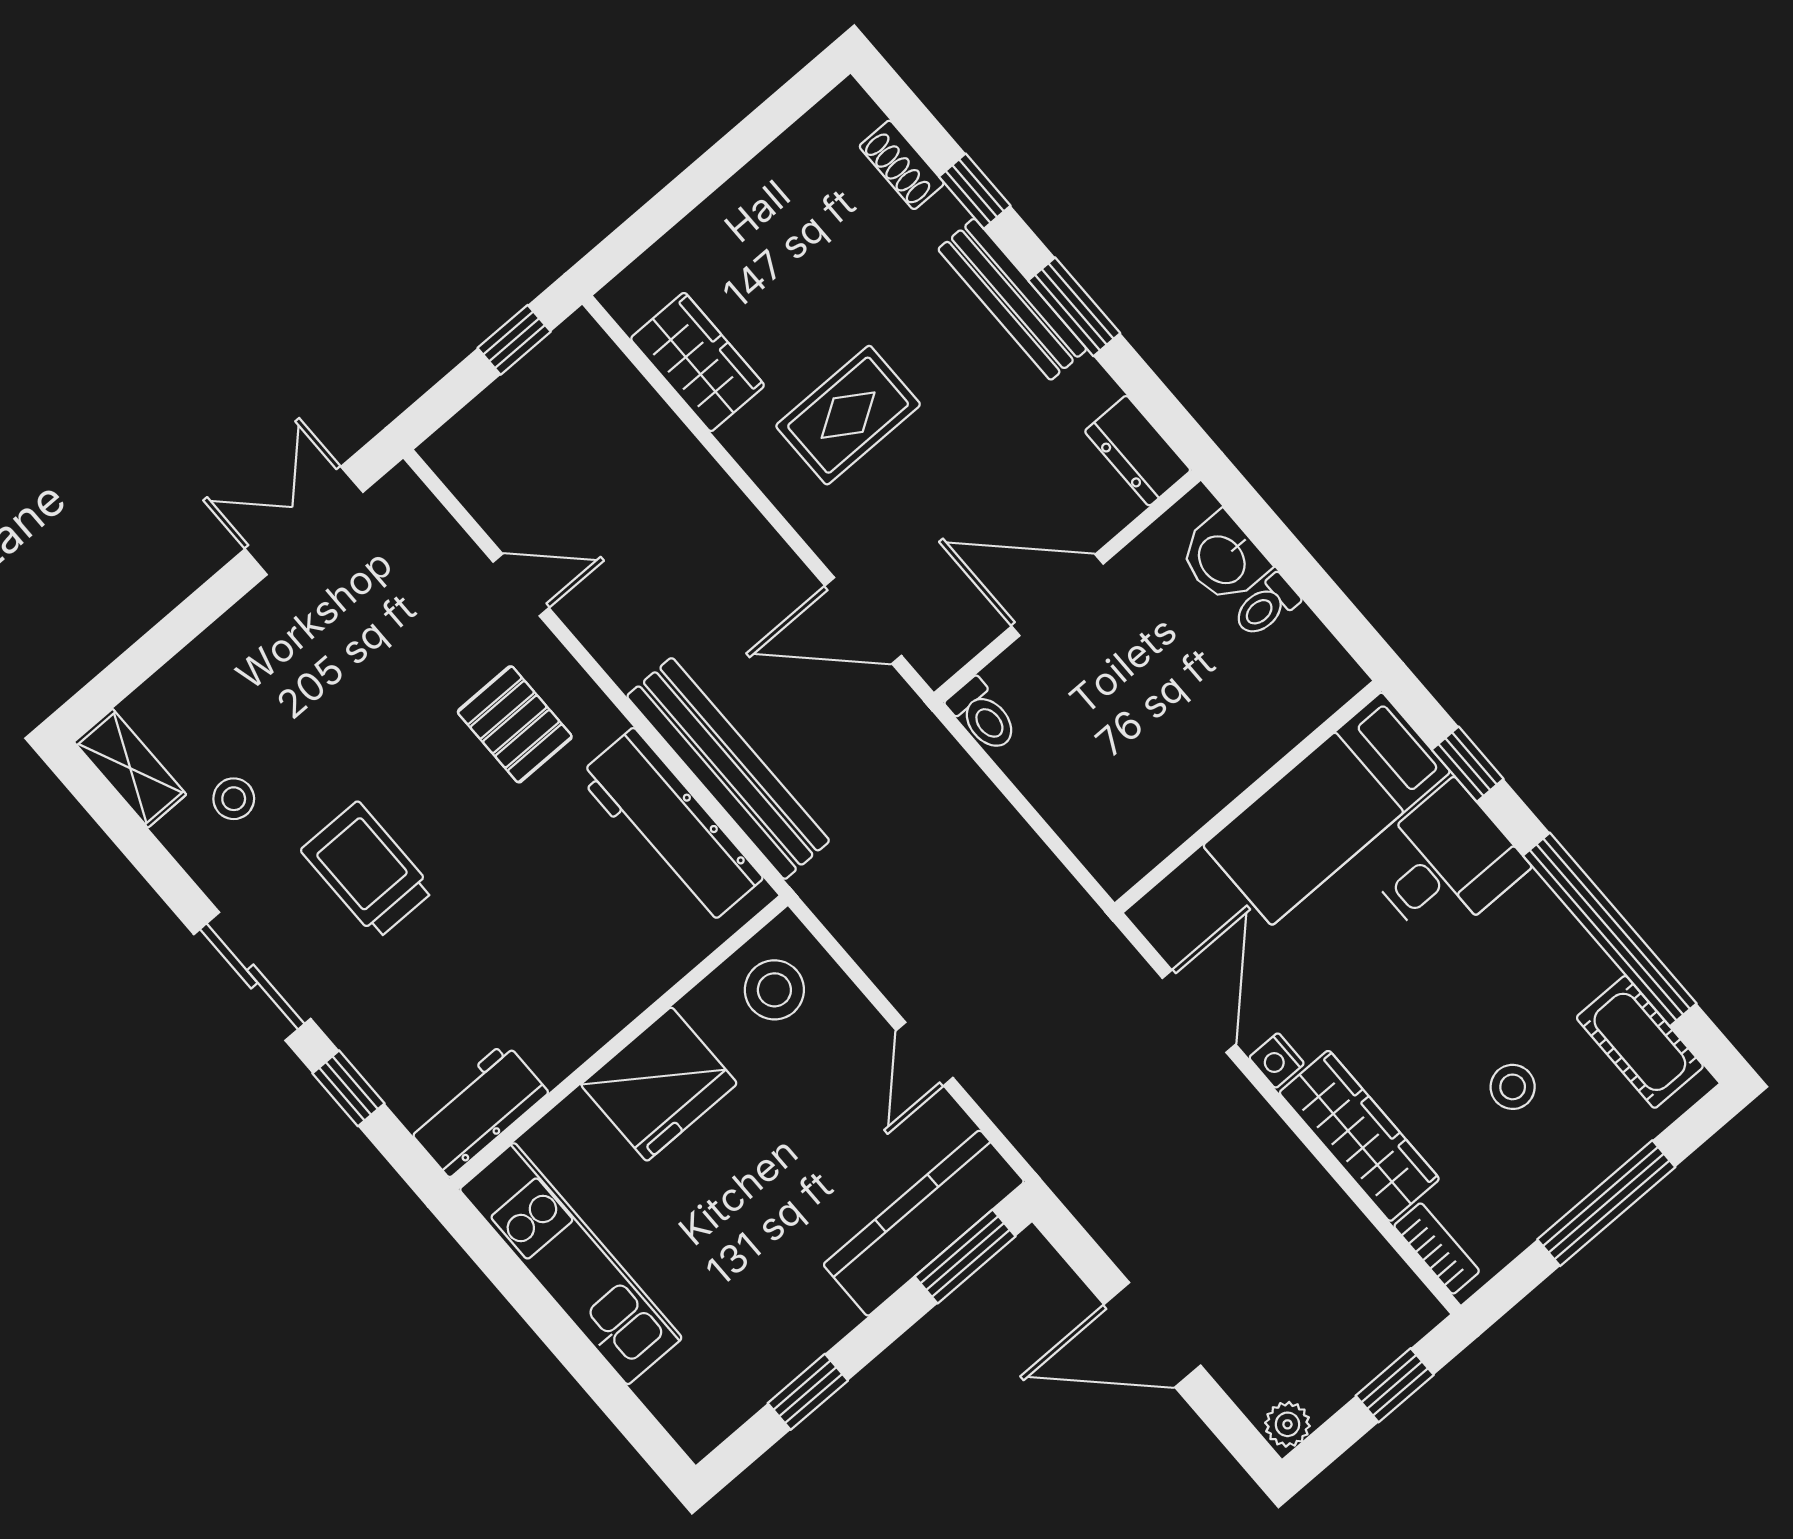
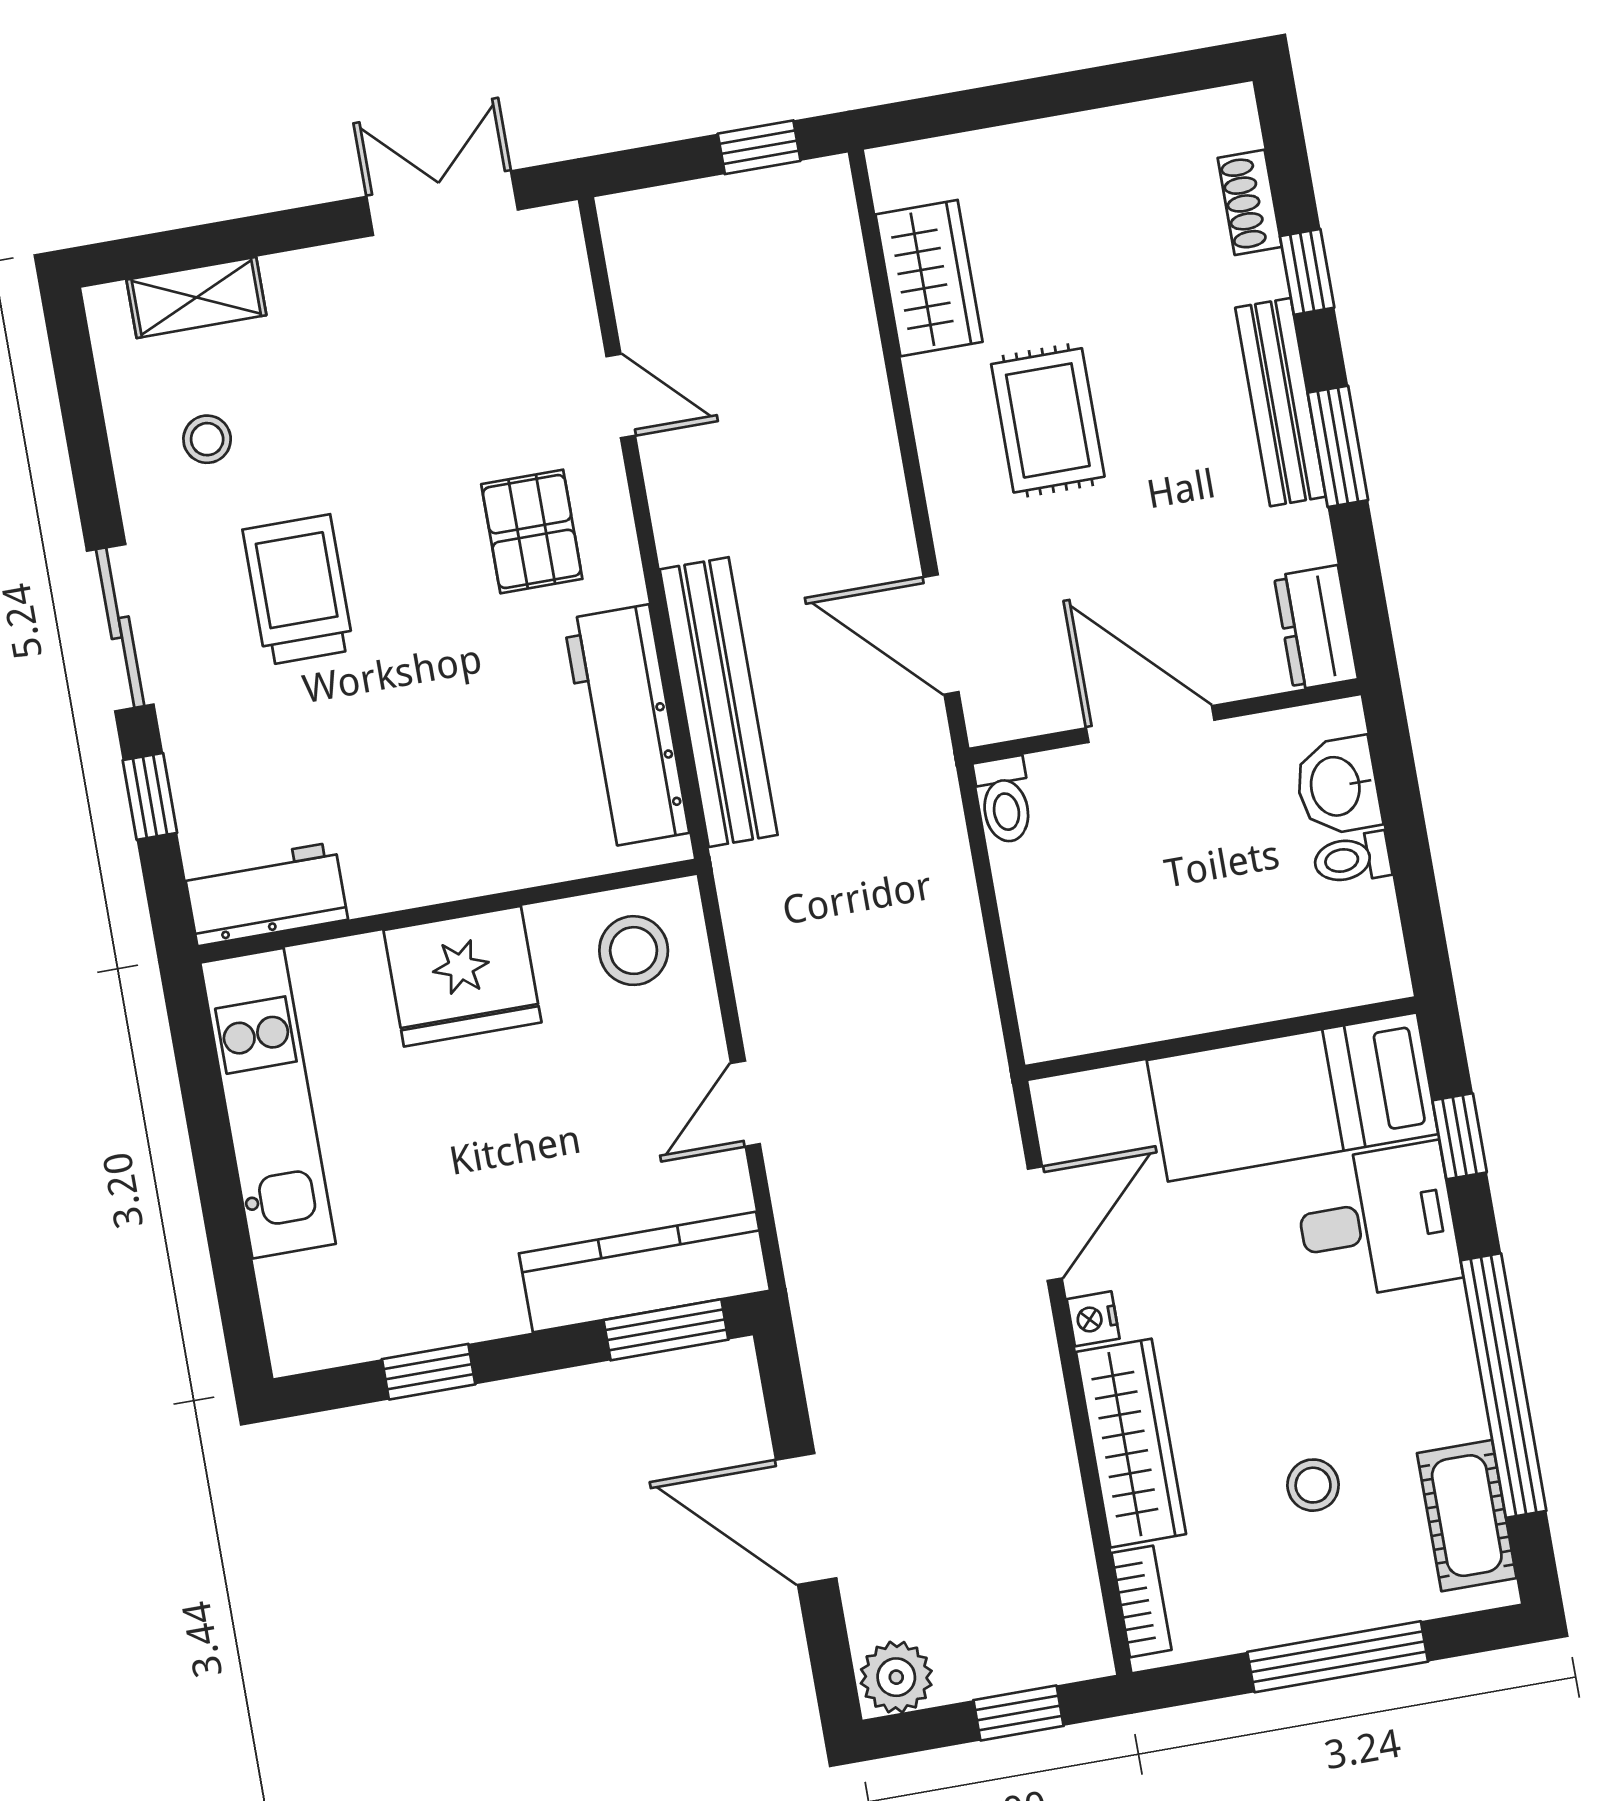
rug: (848, 415) -> (1048, 420), turned 90
shelving: (130, 768) -> (196, 297), moved, turned 90
plant: (1287, 1424) -> (896, 1677), width x1.38, depth x1.38

